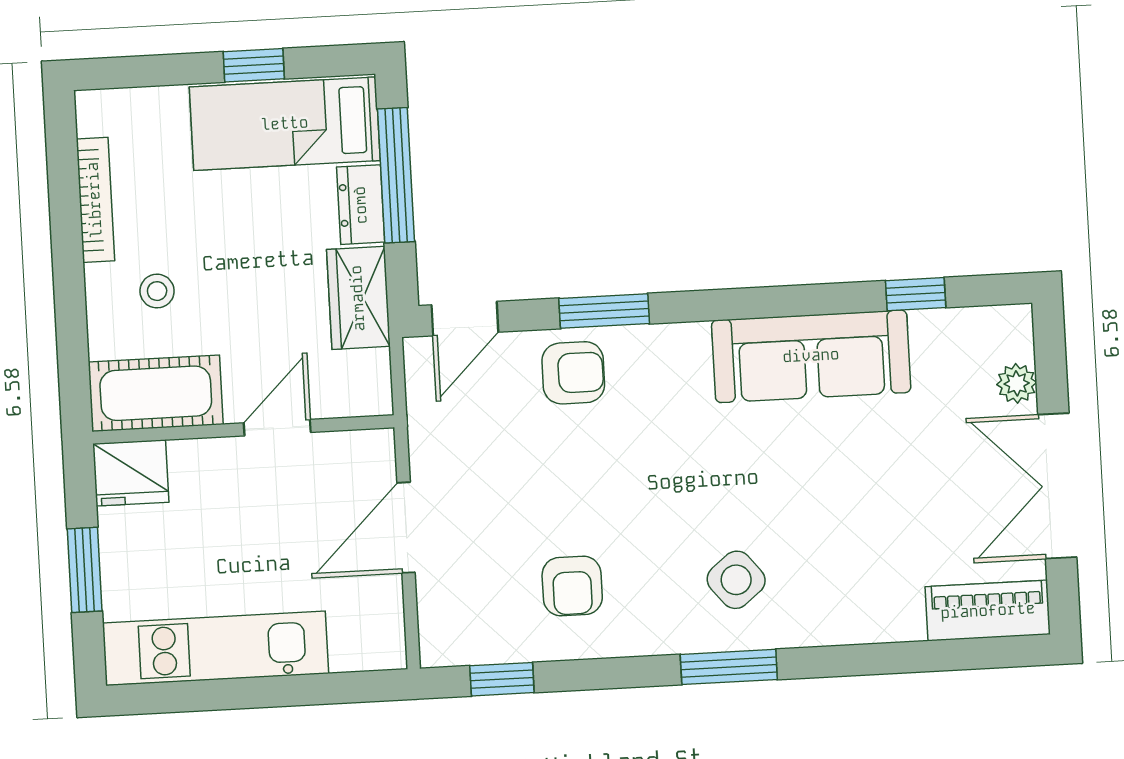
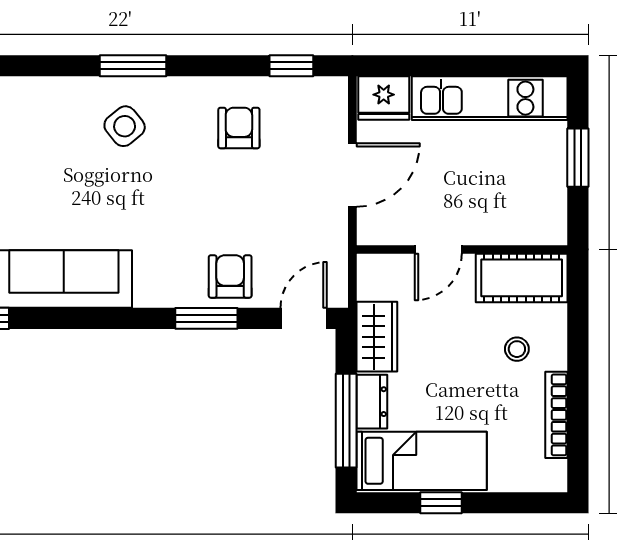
armchair: (573, 373) -> (230, 276), turned 90
fridge: (131, 473) -> (384, 98), moved, turned 180

